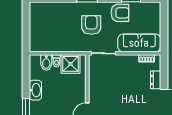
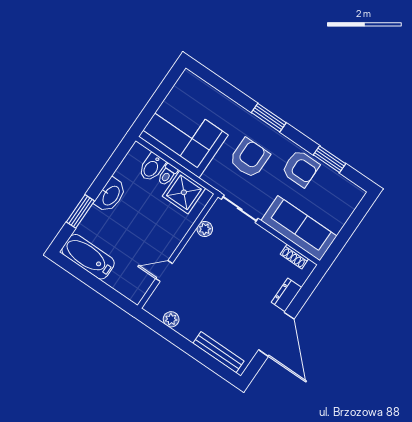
corner sofa: (51, 36) -> (183, 136), added
plant: (93, 75) -> (205, 229), added

